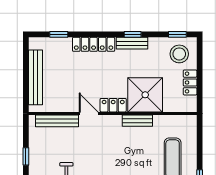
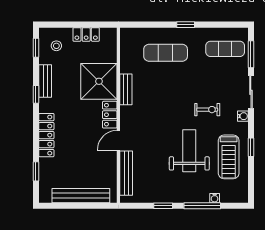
bench: (132, 43) -> (45, 81), moved
stool: (179, 54) -> (56, 46), width x0.53, depth x0.53

